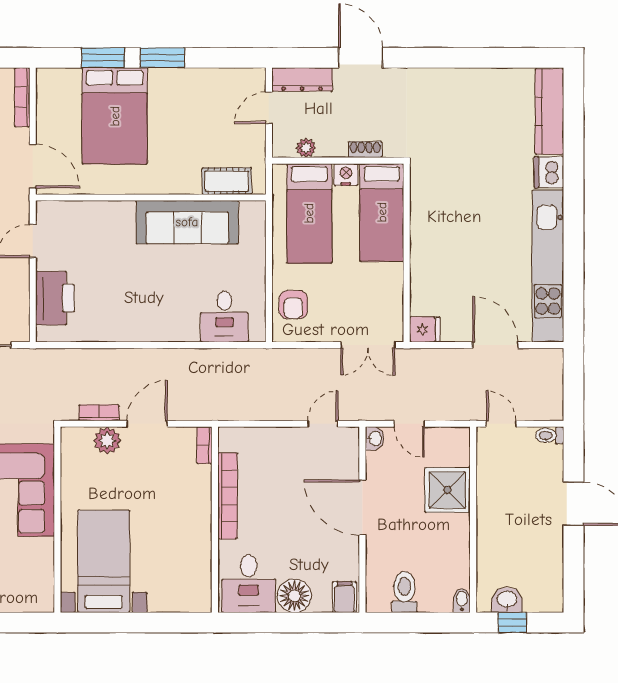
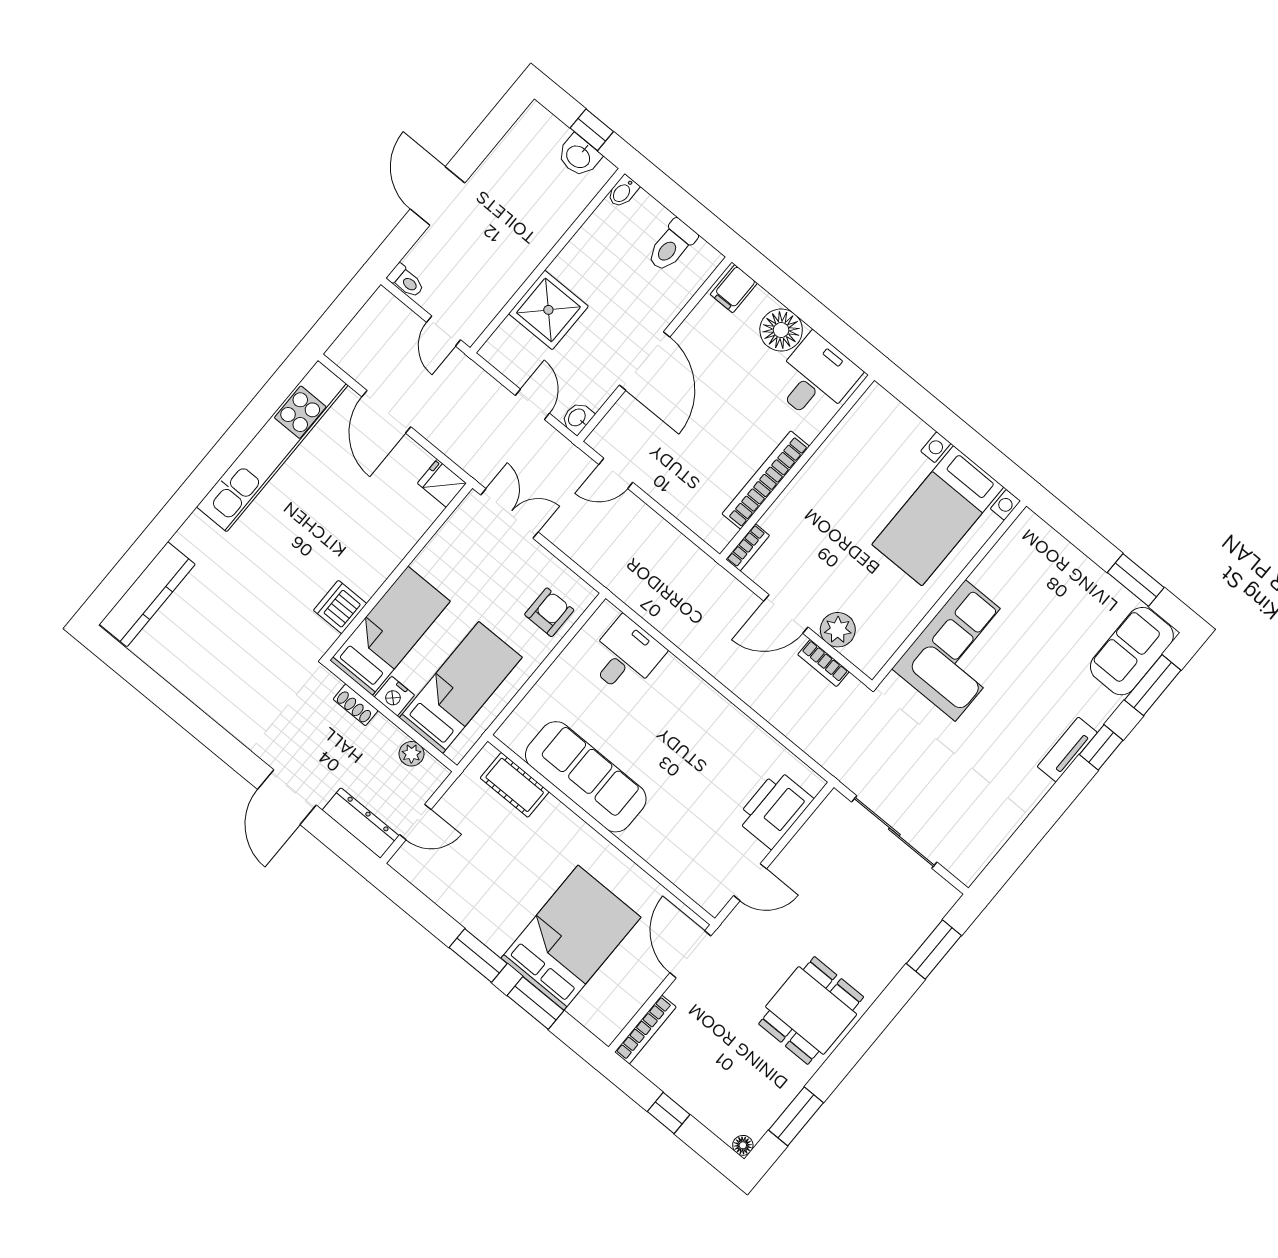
dishwasher: (549, 172) -> (340, 607), moved, turned 180

